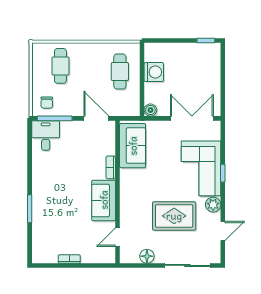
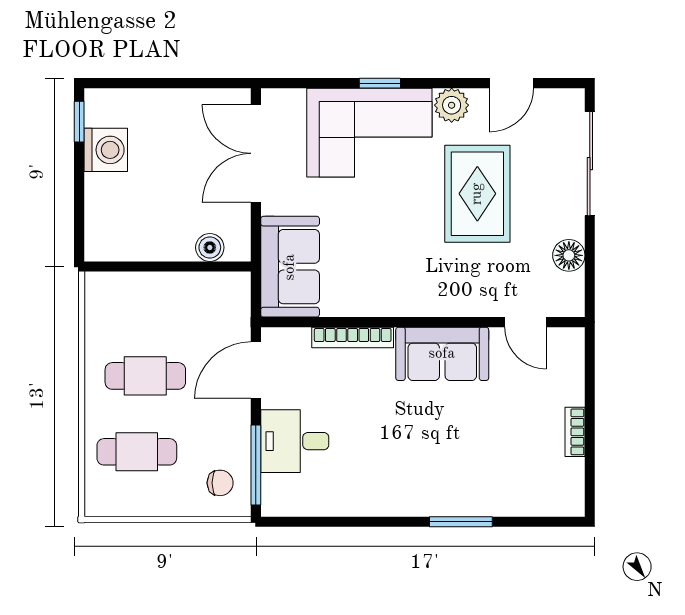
cafe table: (120, 72) -> (145, 376), moved
washing machine: (154, 72) -> (106, 150), moved, turned 90
boiler: (150, 110) -> (210, 247), moved
desk: (46, 136) -> (295, 441), moved
sofa: (133, 146) -> (290, 267), moved, turned 90
bookcase: (111, 167) -> (353, 337), width x1.56
door: (223, 231) -> (511, 83), swing flipped

